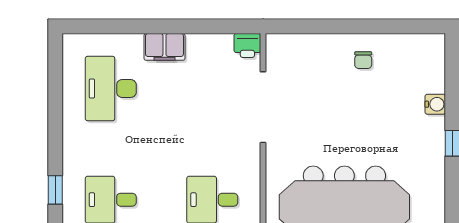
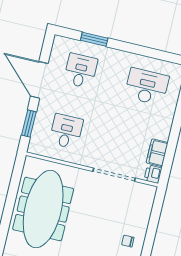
filing cabinet: (164, 47) -> (157, 153), moved
window: (55, 190) -> (94, 39), width x1.50

